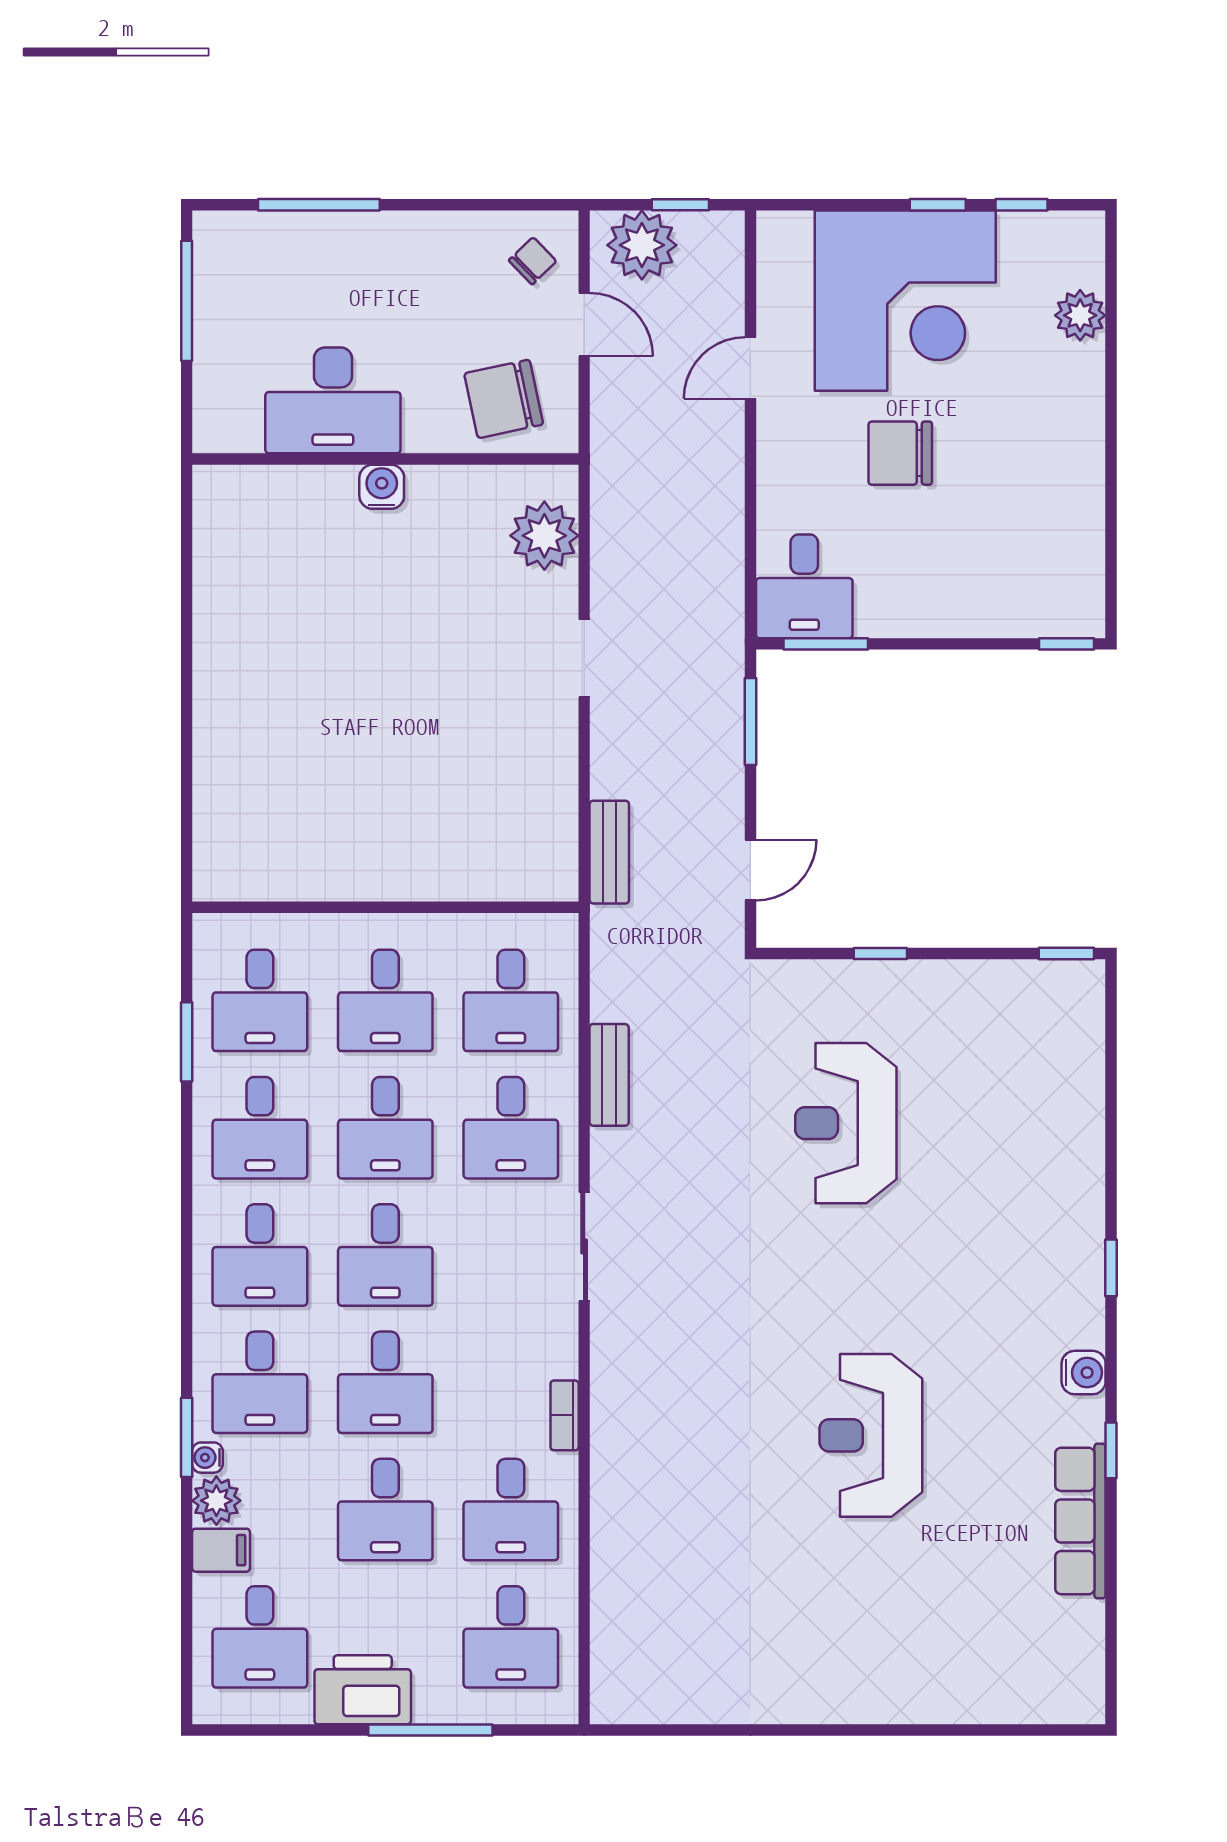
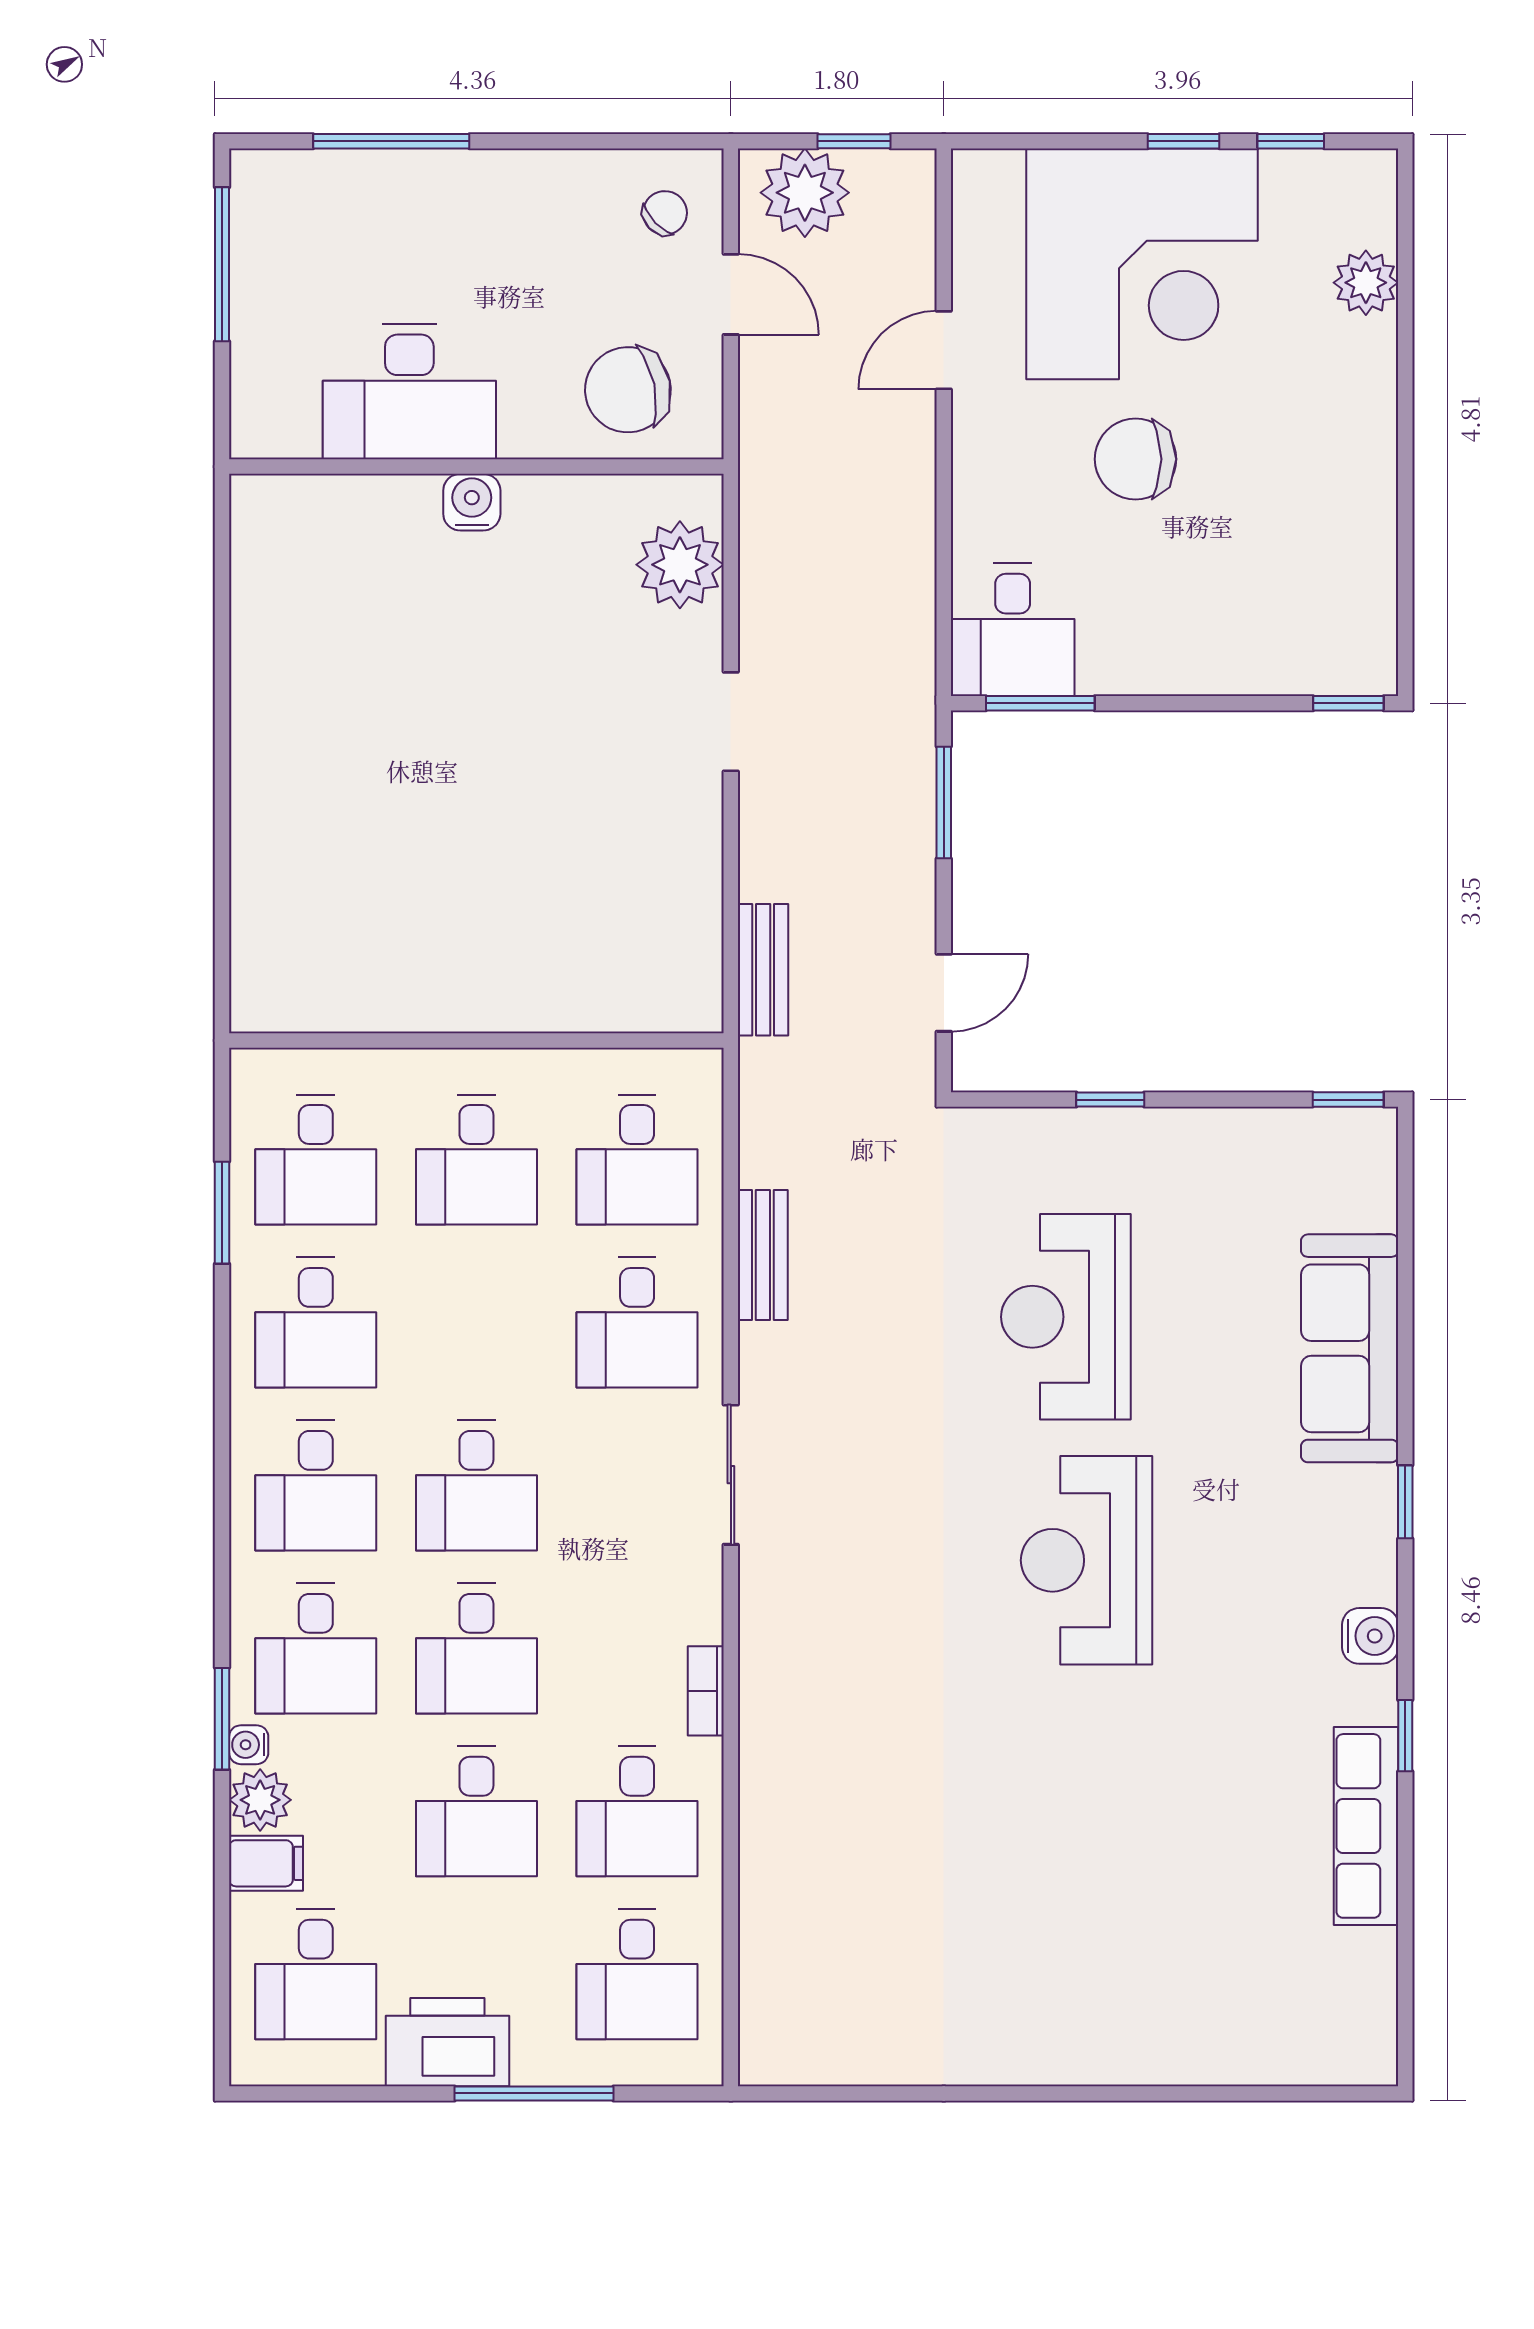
desk: (385, 1128) -> (476, 1323), removed
sofa: (1068, 1148) -> (1350, 1348), added
reception desk: (871, 1435) -> (1087, 1560), moved

